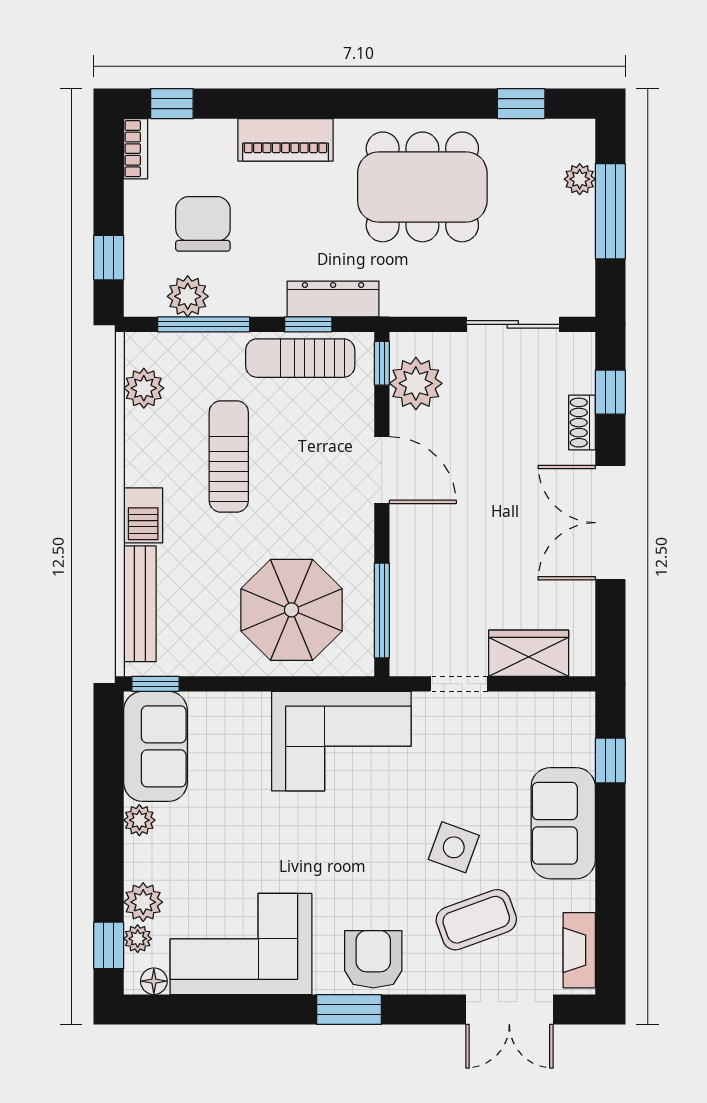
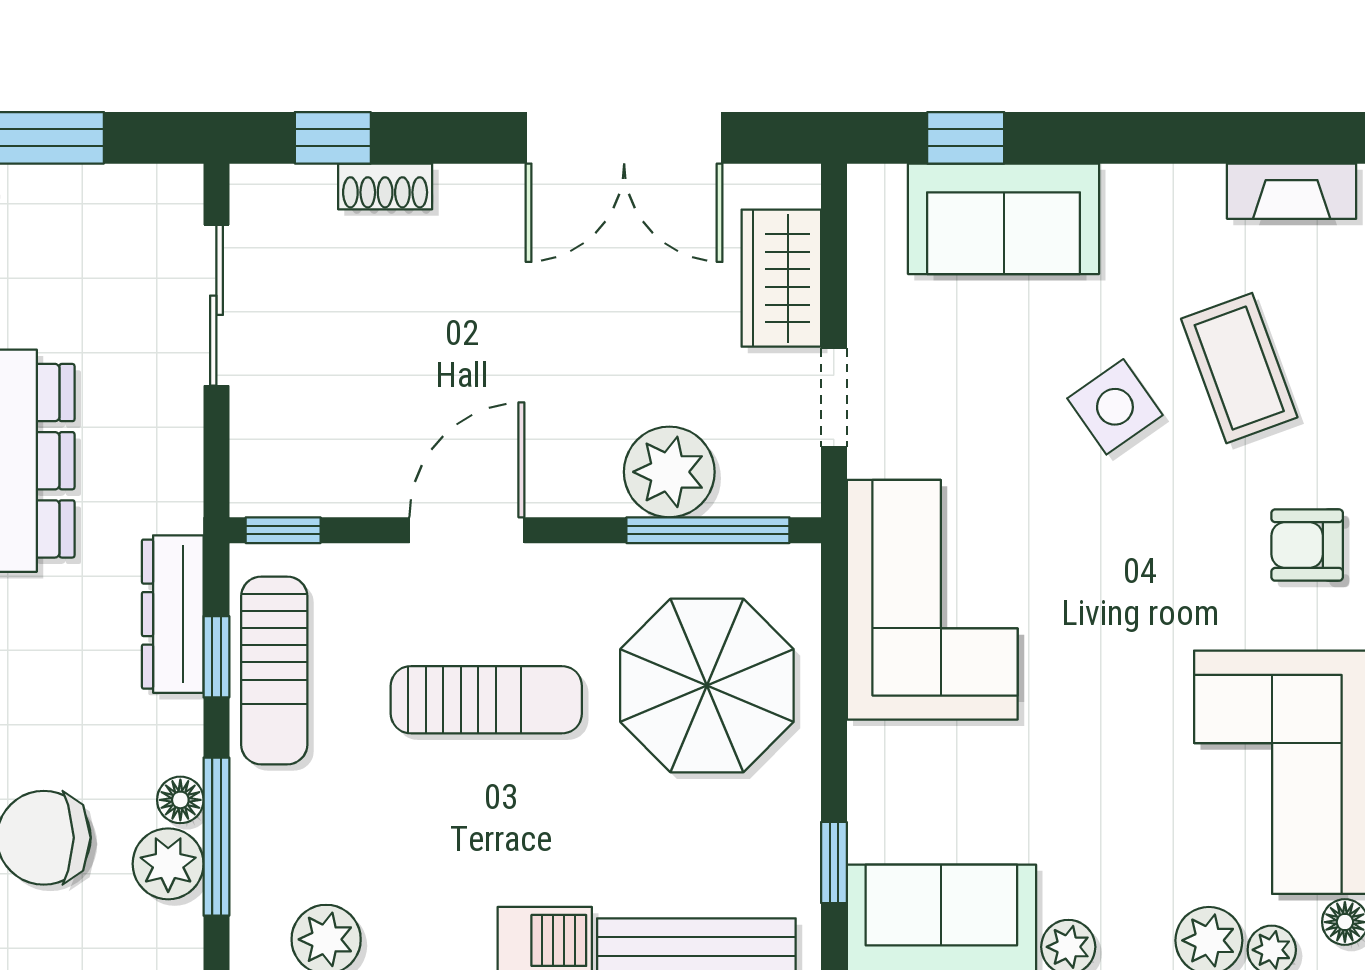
floor lamp: (225, 303) -> (180, 800), added
plant: (416, 383) -> (669, 472), moved
sun lounger: (229, 456) -> (486, 700), moved, turned 180
double door: (610, 523) -> (624, 138), moved
window: (155, 684) -> (834, 862), moved
sofa: (563, 823) -> (1004, 219), moved
side table: (454, 847) -> (1115, 407), turned 35
armchair: (373, 959) -> (1307, 545), width x0.72, depth x0.72

